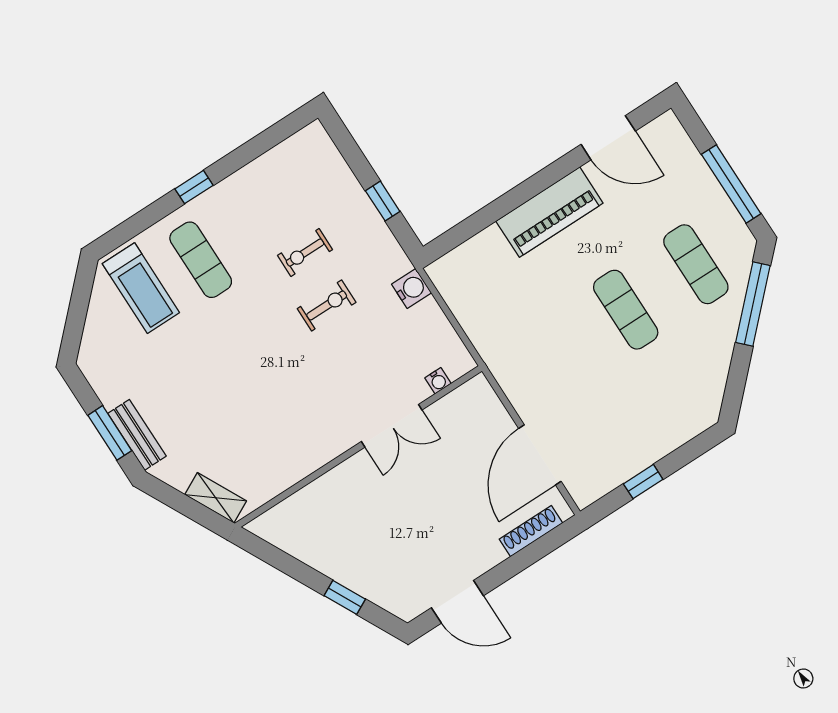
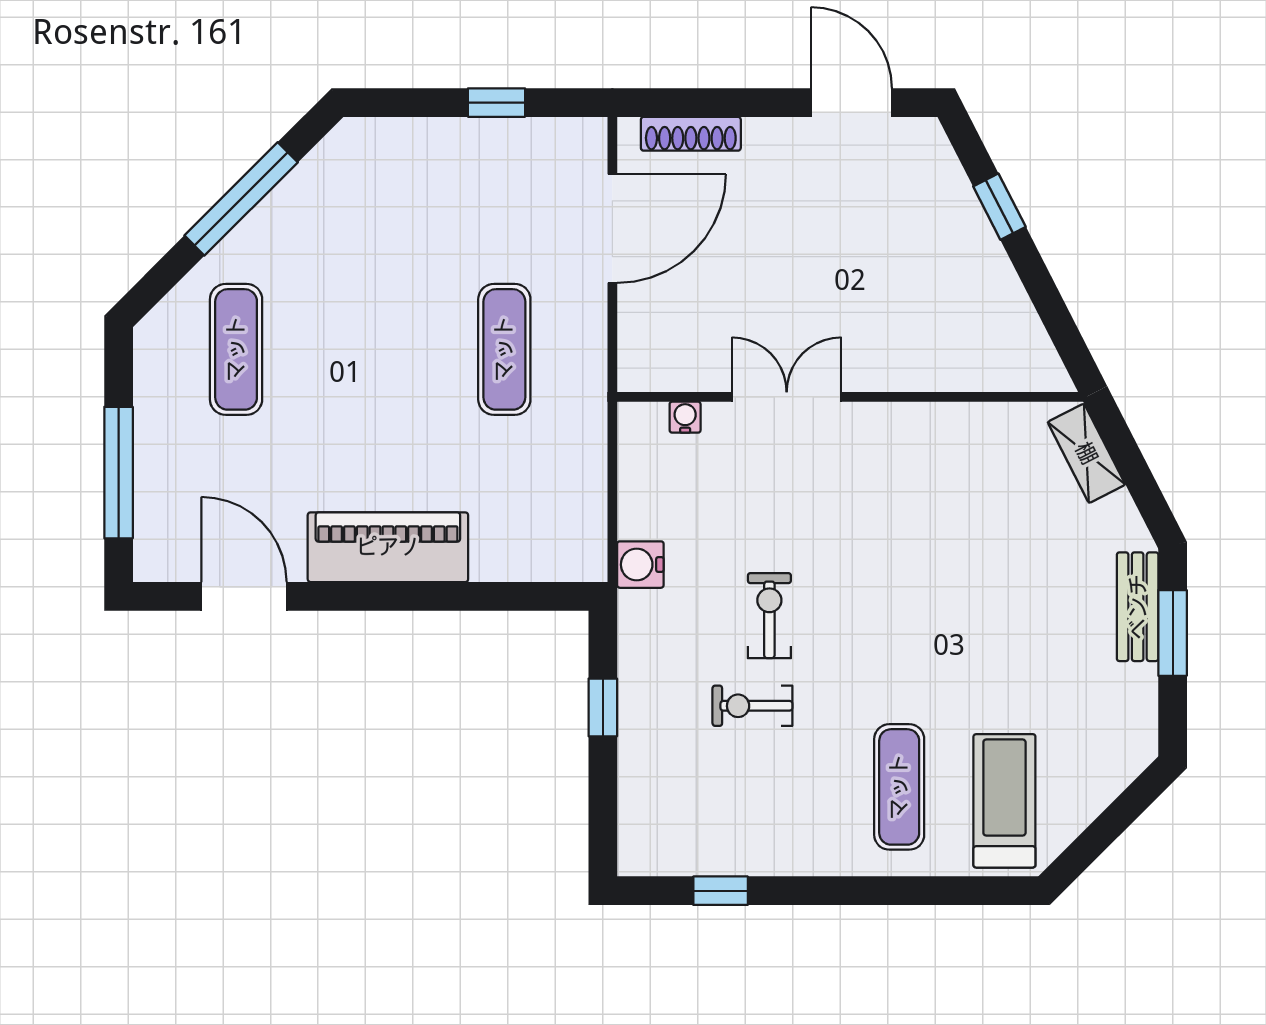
window: (731, 184) -> (119, 473), moved
window: (194, 187) -> (721, 891), moved
exercise bike: (305, 253) -> (752, 706), turned 180
window: (753, 304) -> (241, 199), moved
exercise bike: (327, 305) -> (769, 616), turned 90
exercise mat: (626, 310) -> (504, 349), moved

